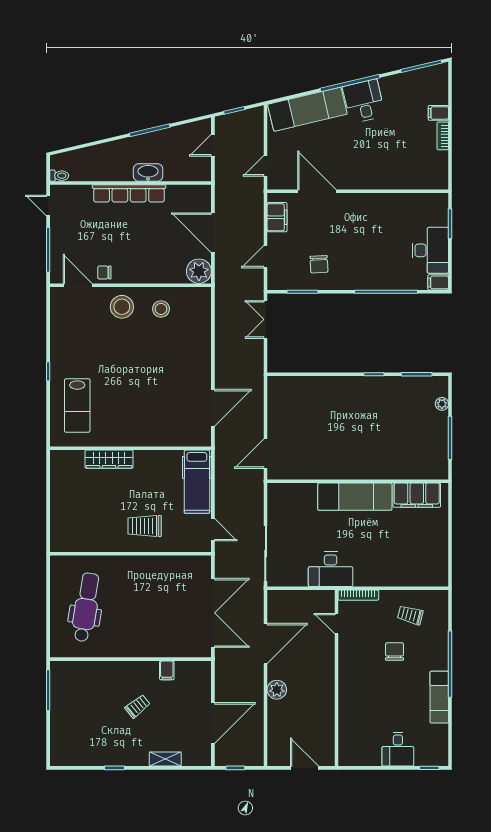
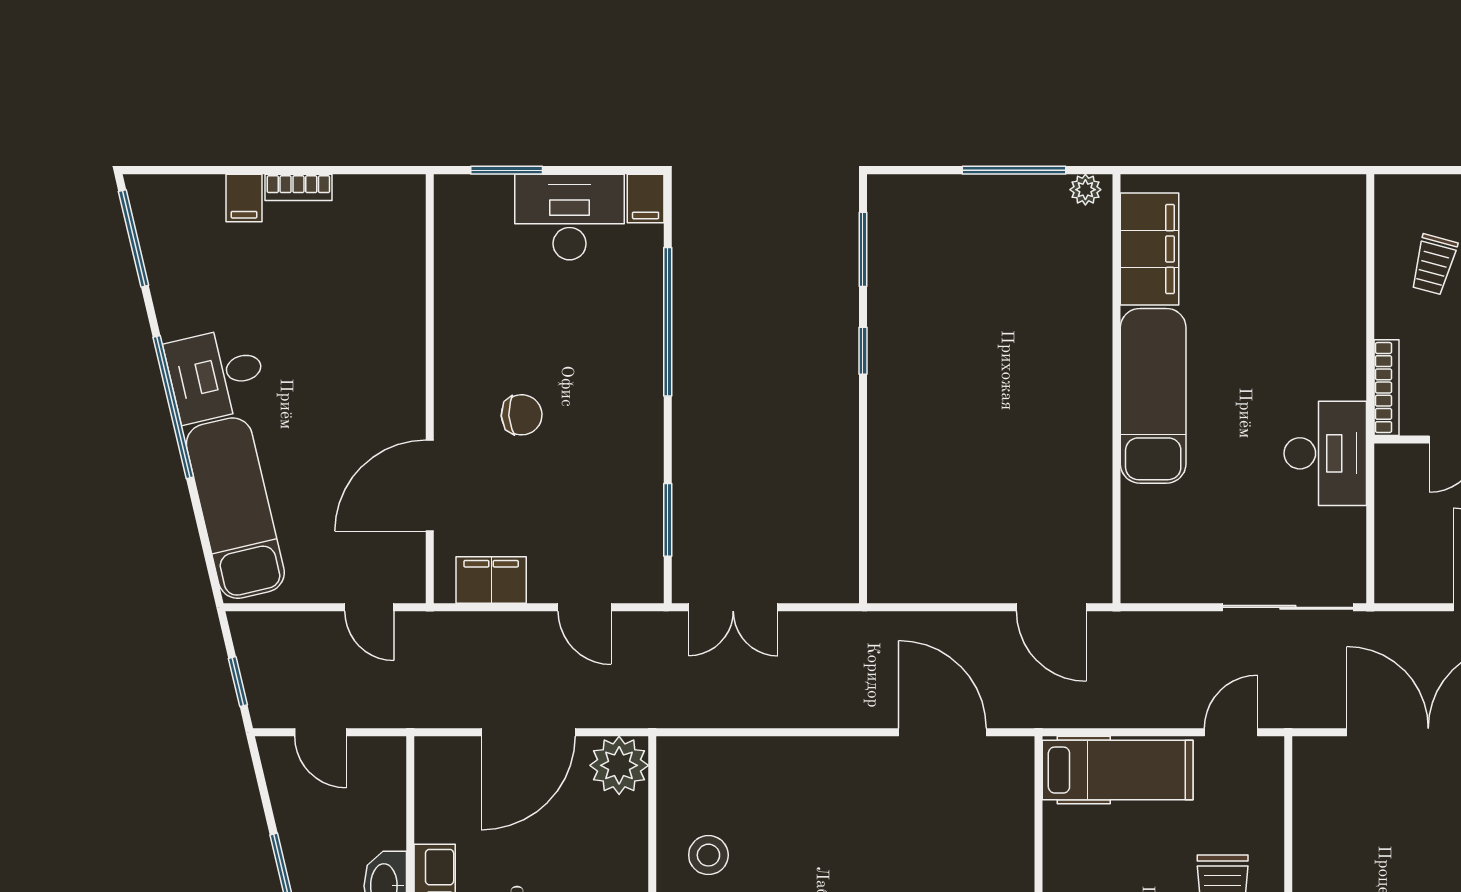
chair: (319, 264) -> (522, 415), moved
plant: (442, 404) -> (1085, 190), moved

